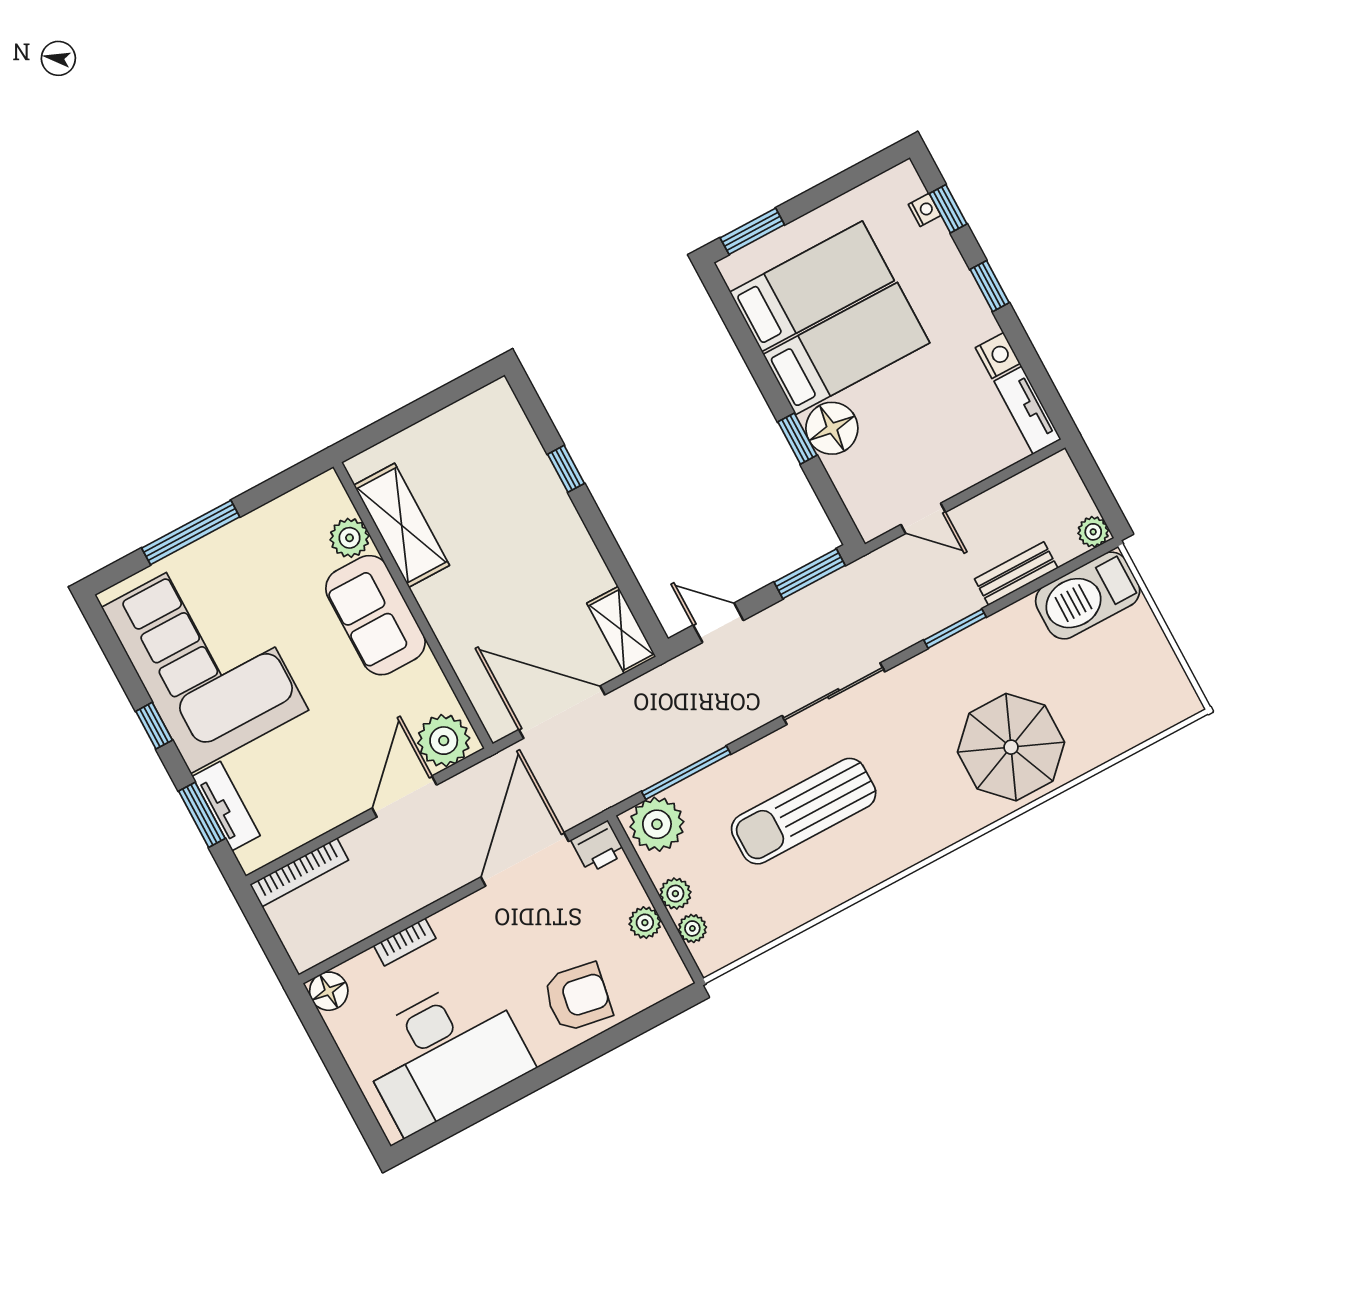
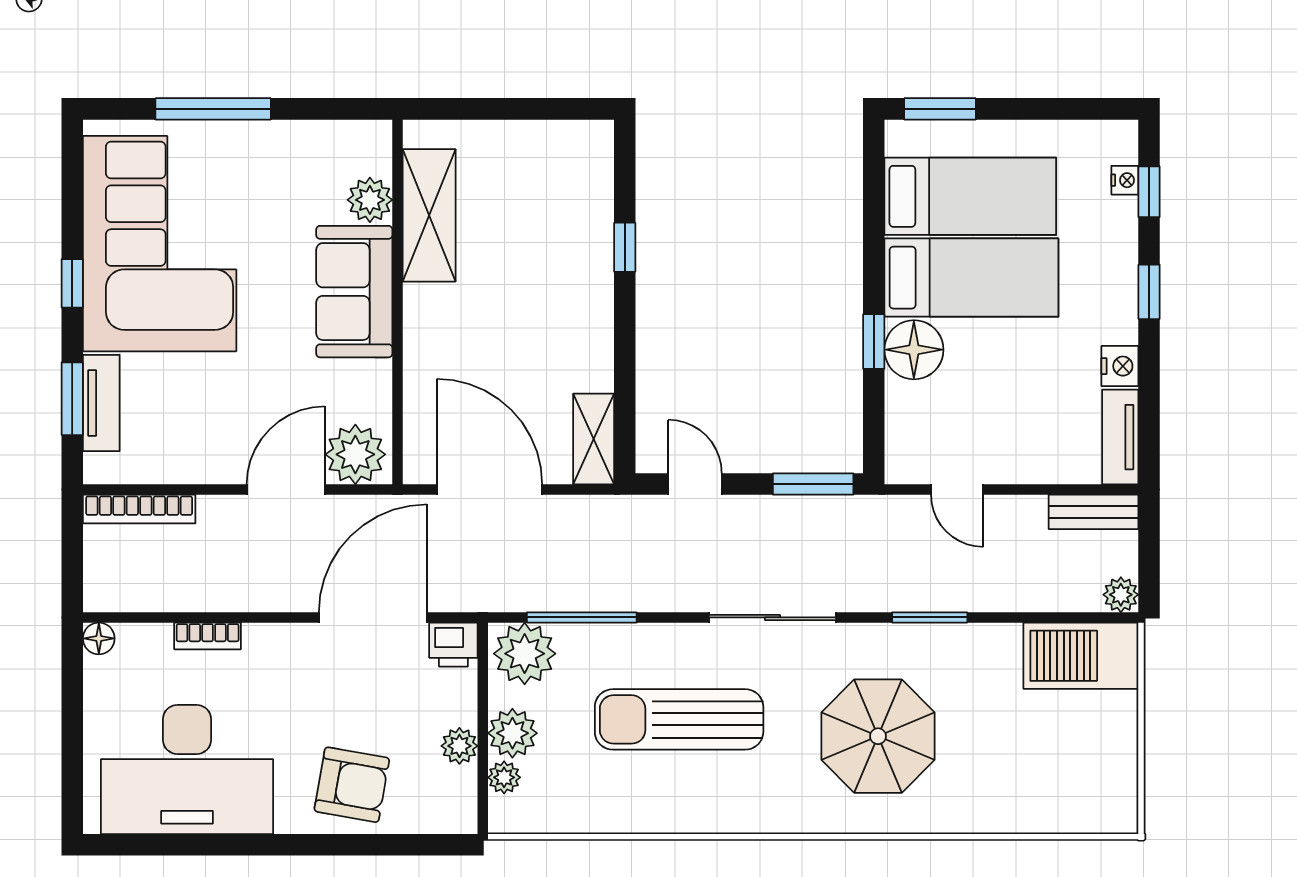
bench: (1016, 574) -> (1093, 512), moved
parasol: (1011, 747) -> (878, 736), moved
plant: (675, 894) -> (512, 733), width x1.38, depth x1.38
floor lamp: (329, 991) -> (99, 638), width x0.73, depth x0.73

